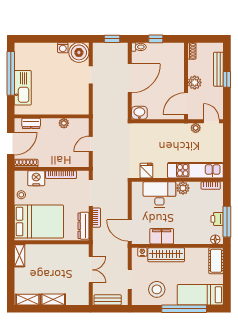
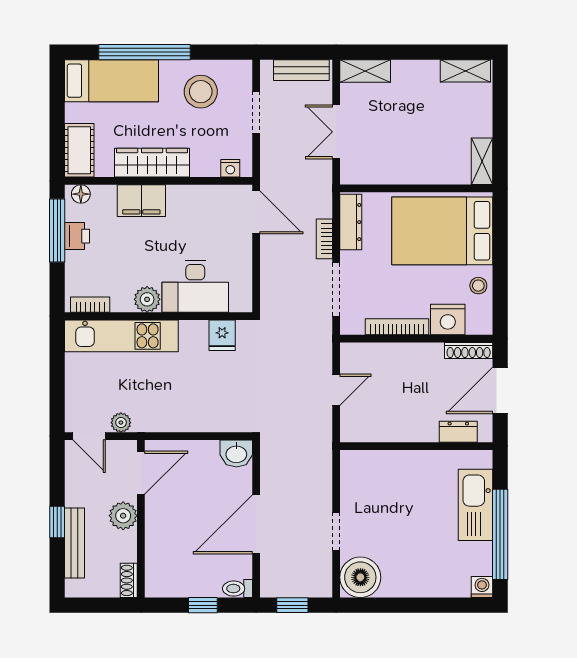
washing machine: (63, 48) -> (482, 587), moved
plant: (64, 123) -> (391, 432), removed
filing cabinet: (162, 236) -> (141, 201), moved
wardrobe: (166, 255) -> (152, 163), moved
shelving: (53, 300) -> (365, 71), moved

